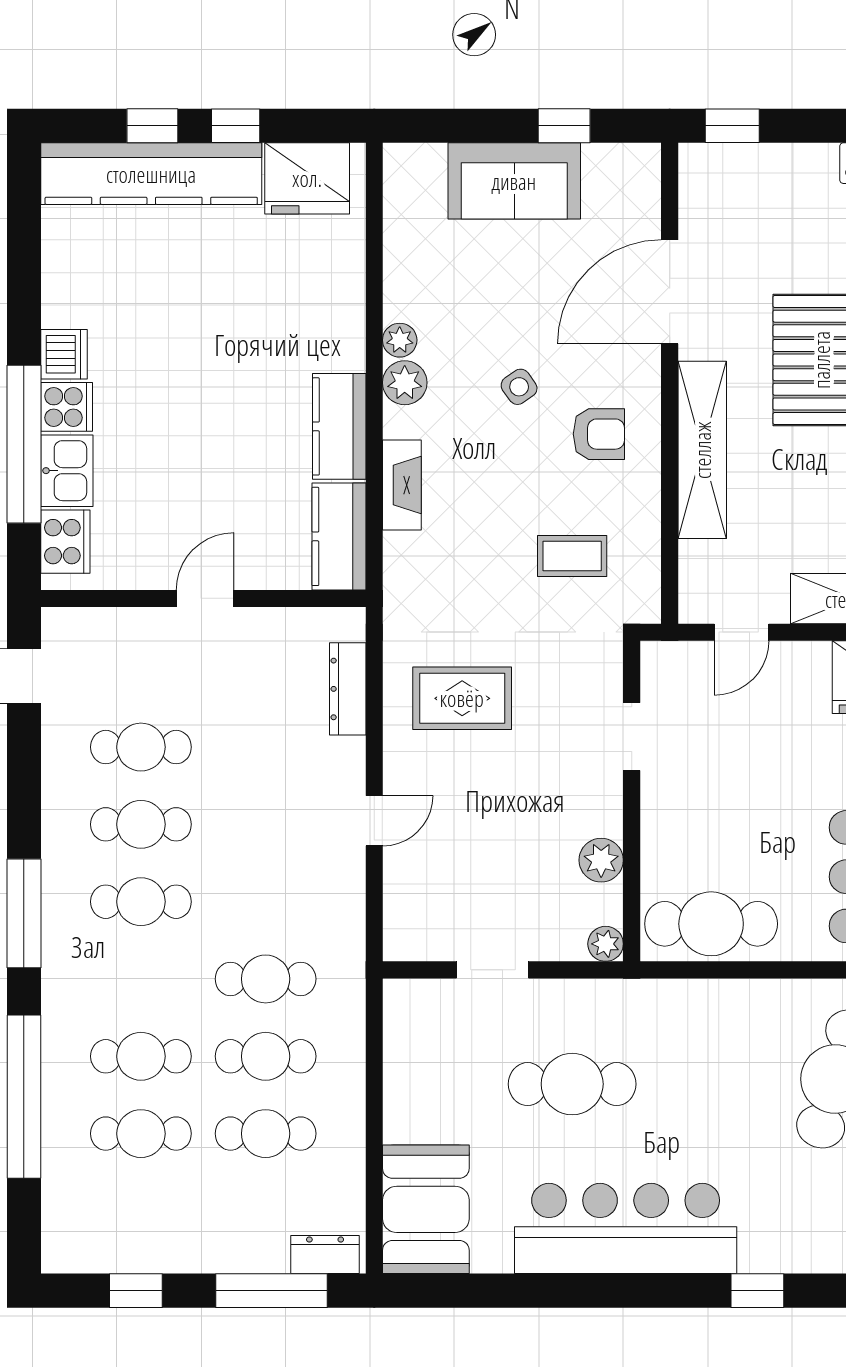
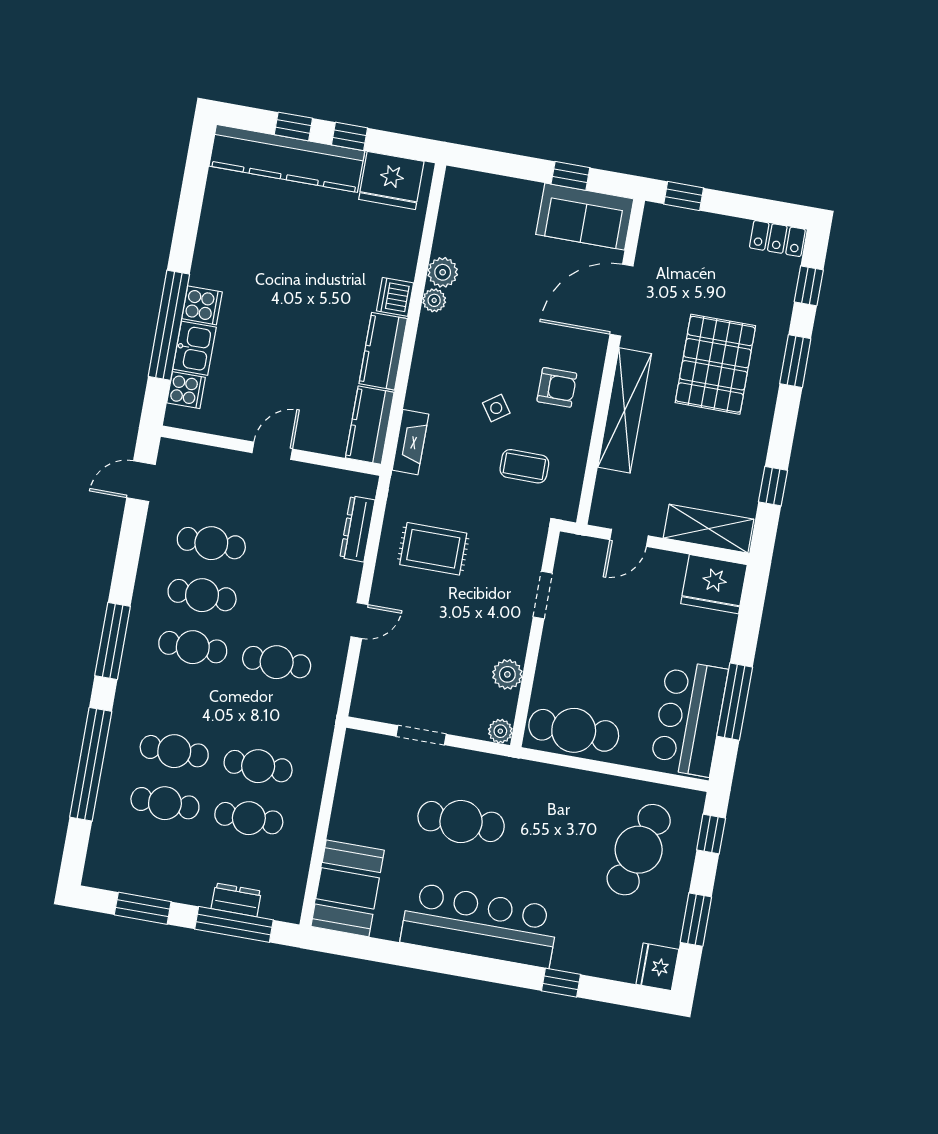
sofa: (514, 181) -> (585, 217), moved
dishwasher: (64, 354) -> (395, 297), moved, turned 180
plant: (405, 383) -> (443, 272), moved
side table: (519, 387) -> (496, 408), moved
fireplace: (402, 485) -> (410, 442), moved
cooker: (65, 542) -> (186, 390), width x0.73
cafe table: (266, 979) -> (277, 662), moved
dresser: (325, 1255) -> (236, 900), moved
window: (136, 1291) -> (143, 908), width x1.50

